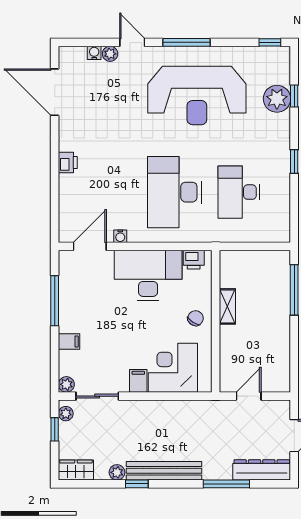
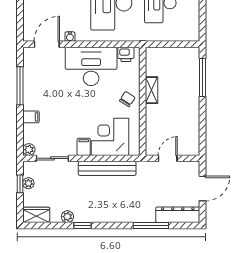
plant: (66, 414) -> (28, 183), moved
bench: (164, 471) -> (107, 168), moved

